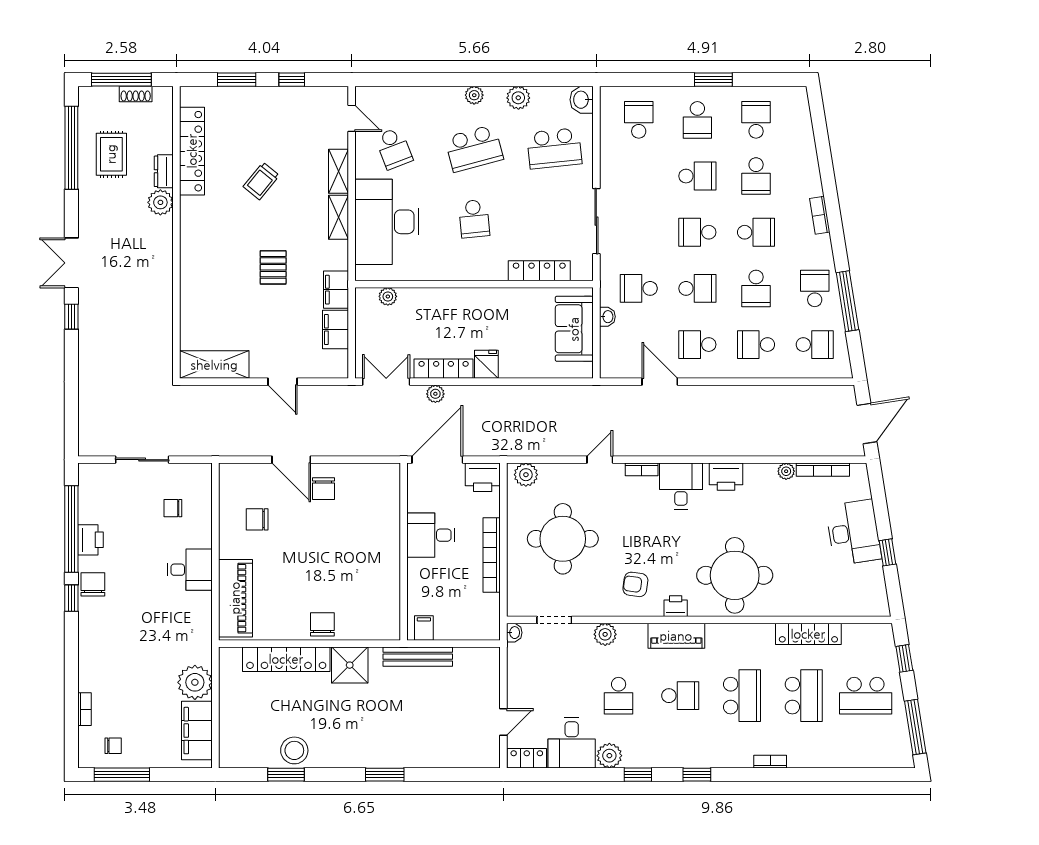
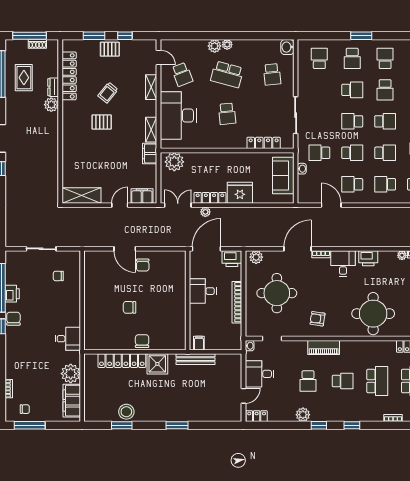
plant: (518, 98) -> (215, 46), moved
pallet: (265, 103) -> (110, 49), added
school desk: (474, 148) -> (227, 74), turned 30
school desk: (554, 148) -> (272, 74), width x0.54
shelving: (338, 217) -> (151, 130), moved
pallet: (273, 267) -> (102, 122), moved, turned 90
school desk: (756, 288) -> (385, 153), turned -90
plant: (388, 296) -> (174, 162), width x1.88, depth x1.88
filing cabinet: (336, 330) -> (142, 196), moved, turned 90
fridge: (486, 364) -> (240, 193), width x1.88, depth x1.34
door: (283, 382) -> (120, 205), swing flipped
door: (600, 460) -> (298, 249), width x1.87
chair: (257, 519) -> (130, 307), moved
desk: (190, 570) -> (68, 339), moved
piano: (235, 598) -> (93, 326), removed
printer: (676, 606) -> (340, 331), removed
plant: (605, 634) -> (300, 347), removed
piano: (676, 636) -> (324, 347), moved
desk: (572, 743) -> (259, 374), moved, turned 90

